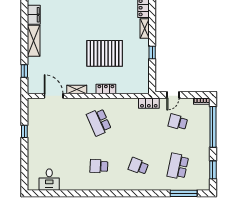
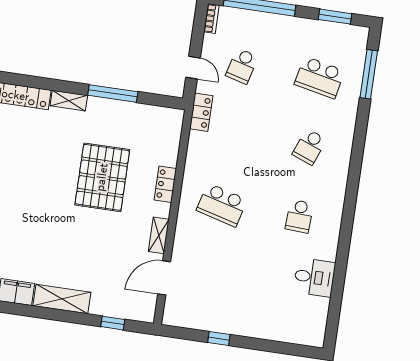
window: (152, 52) -> (113, 93), width x2.17
school desk: (99, 122) -> (222, 205), turned 39
desk: (49, 180) -> (314, 277), moved

